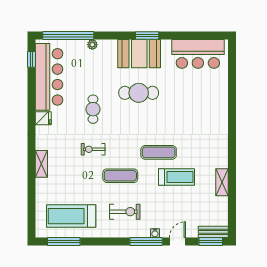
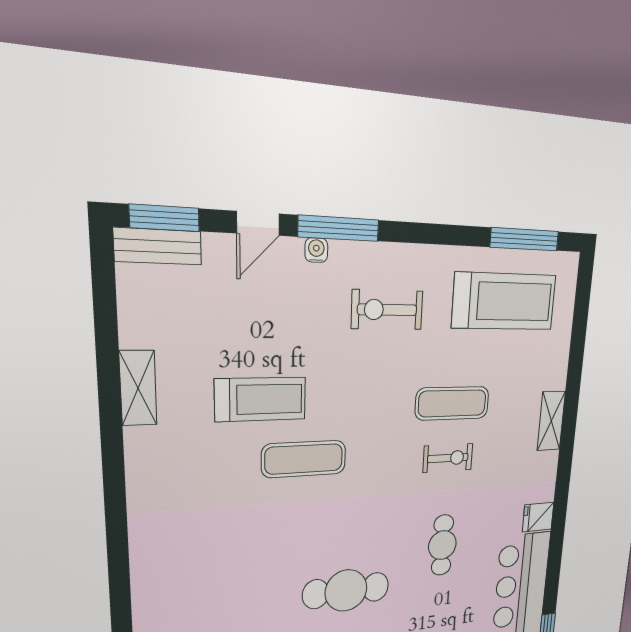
exercise mat: (120, 176) -> (452, 403), moved
treadmill: (176, 177) -> (261, 399), turned 180

